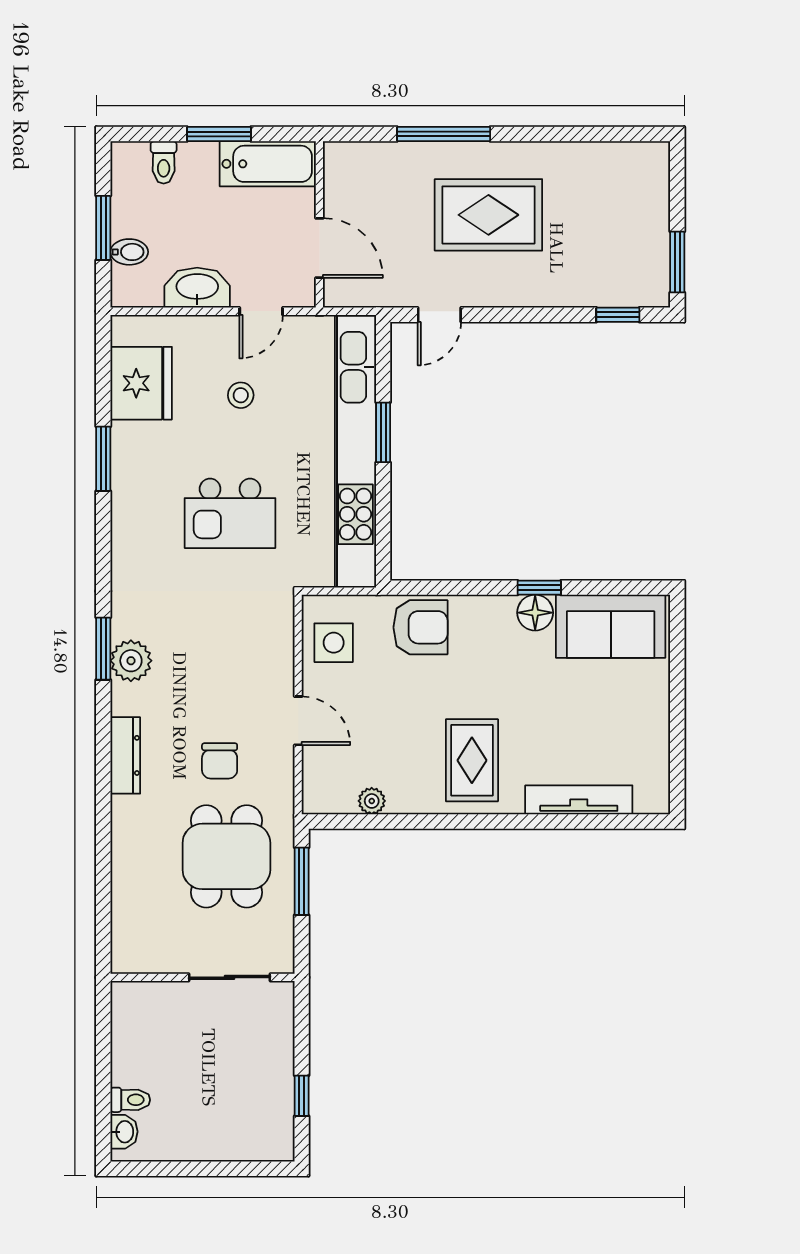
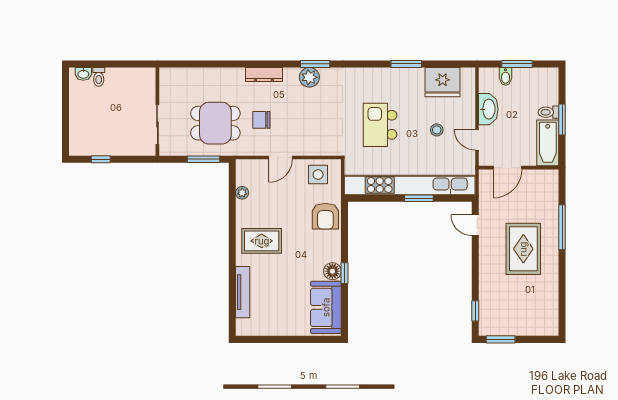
toilet: (164, 162) -> (548, 112), moved

